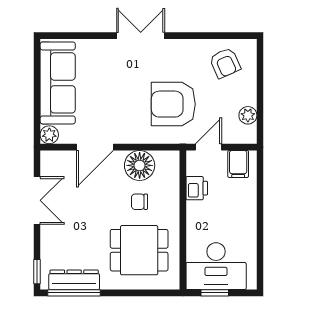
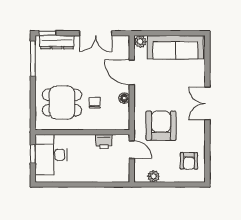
double door: (141, 36) -> (207, 104), swing flipped
armchair: (225, 63) -> (189, 161), turned -66
filing cabinet: (238, 164) -> (120, 170), removed
floor lamp: (140, 165) -> (124, 98), width x0.53, depth x0.53
dining table: (139, 250) -> (62, 103), turned 90
dresser: (74, 280) -> (57, 42), moved, turned 90

